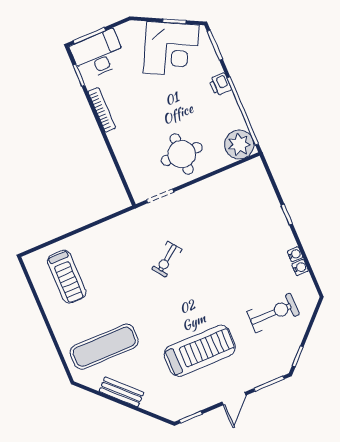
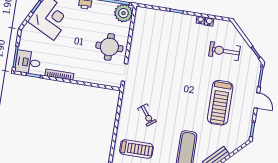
desk: (98, 54) -> (28, 62), width x0.73
exercise bike: (167, 259) -> (147, 115), moved
exercise bike: (273, 313) -> (224, 51), turned -90
treadmill: (200, 351) -> (220, 103), turned 180

